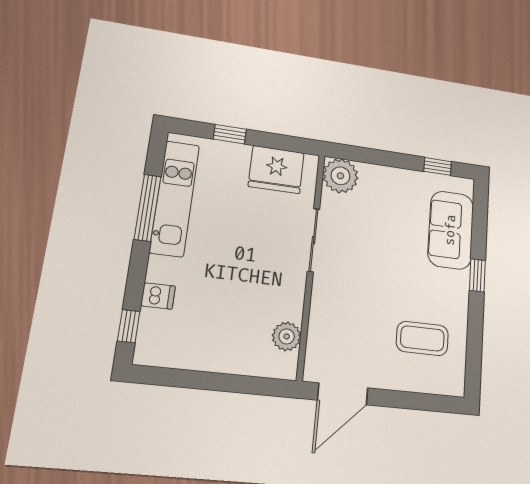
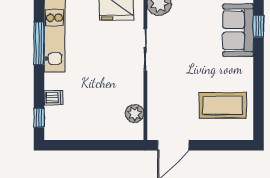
window: (477, 275) -> (258, 26), moved
coffee table: (422, 338) -> (223, 105), width x1.36, depth x1.32

